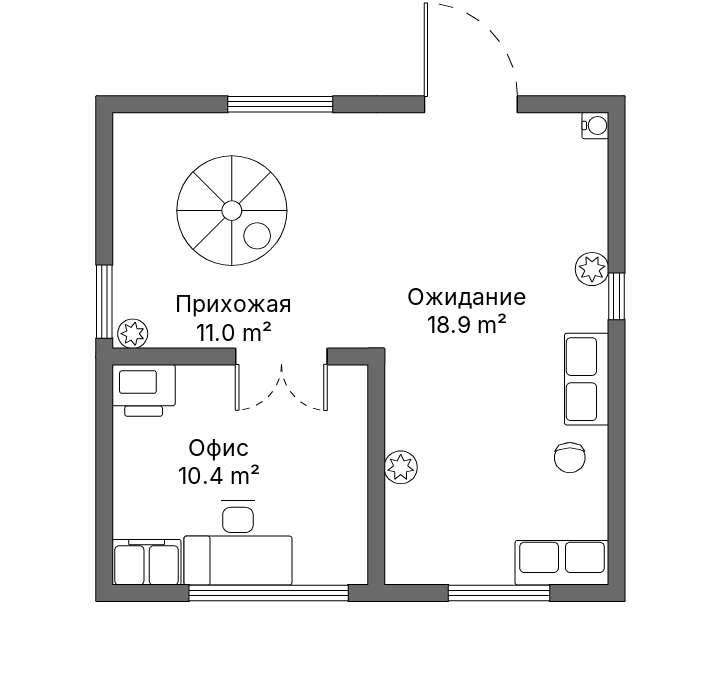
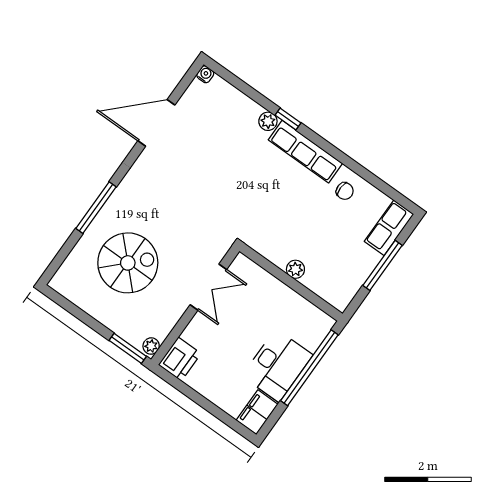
row of seats: (587, 379) -> (305, 152), width x1.48

